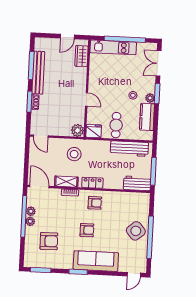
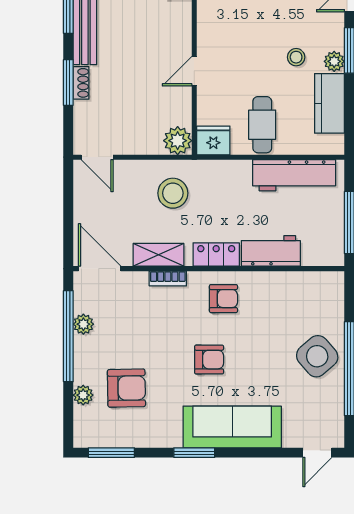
door: (87, 99) -> (194, 71), swing flipped
workbench: (137, 183) -> (271, 251), moved
plant: (30, 221) -> (83, 395), moved

